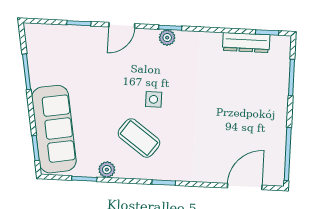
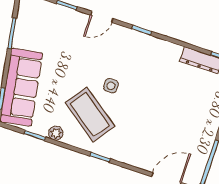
plant: (167, 38) -> (137, 38), removed
coffee table: (139, 138) -> (90, 114), width x1.36, depth x1.32

